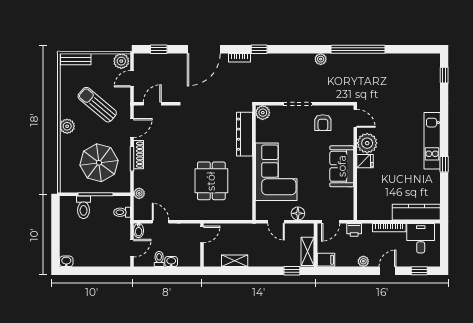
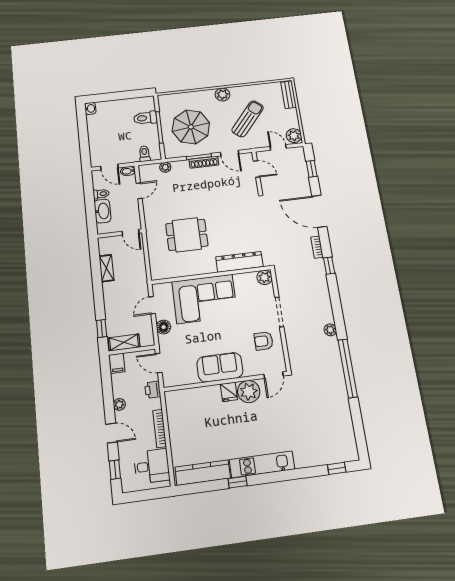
kitchen counter: (416, 212) -> (203, 473), moved, turned -90
washbasin: (171, 262) -> (102, 211), width x1.91, depth x1.45

